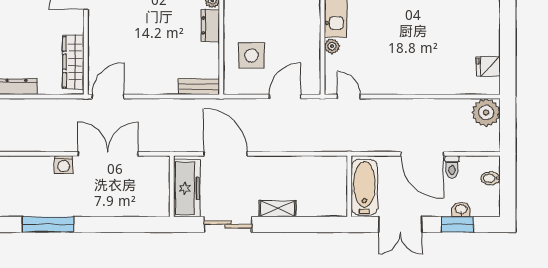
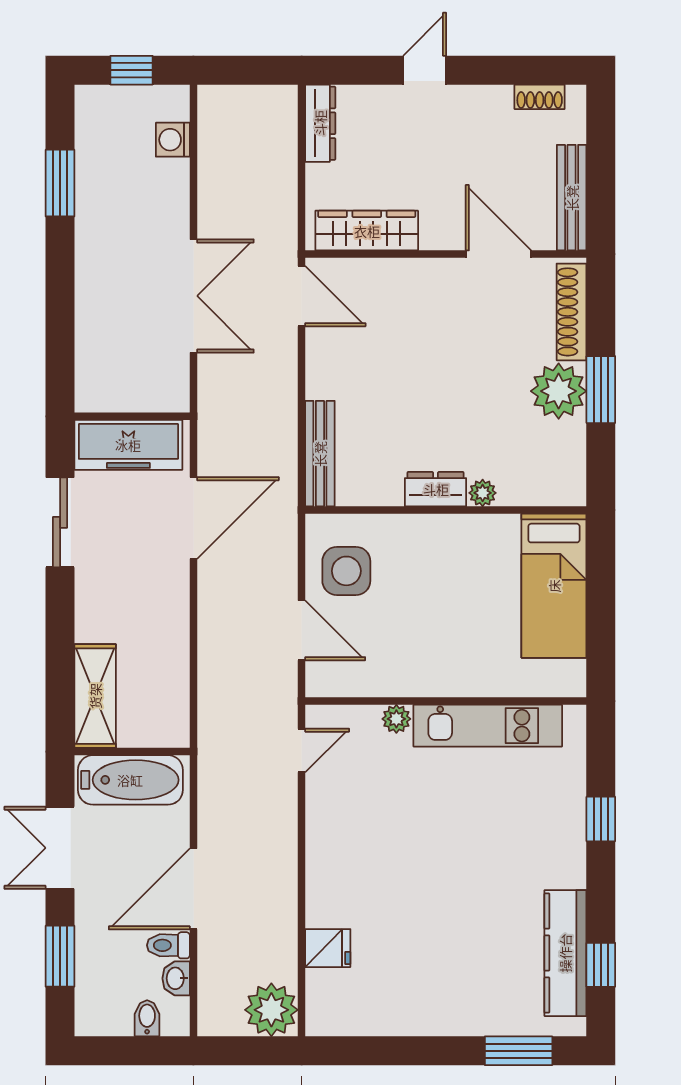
side table: (252, 56) -> (346, 571), moved
fridge: (488, 66) -> (328, 948), moved, turned 90
bench: (199, 87) -> (320, 454), width x1.36
washing machine: (64, 165) -> (173, 140), moved
shelving: (277, 209) -> (95, 696), moved, width x1.50, depth x1.33
washbasin: (461, 210) -> (176, 978), moved, turned 180
window: (48, 224) -> (60, 183), width x0.69

